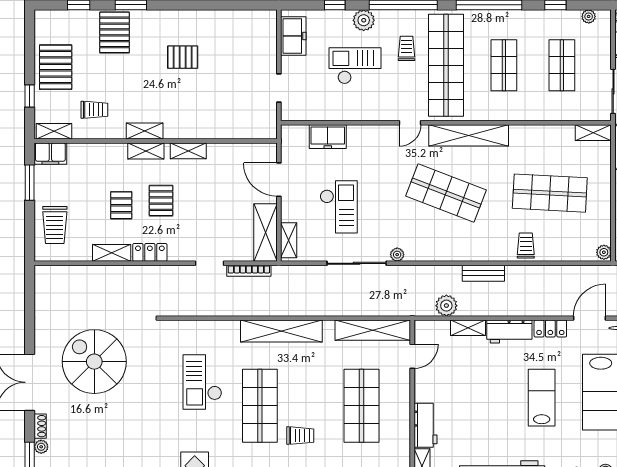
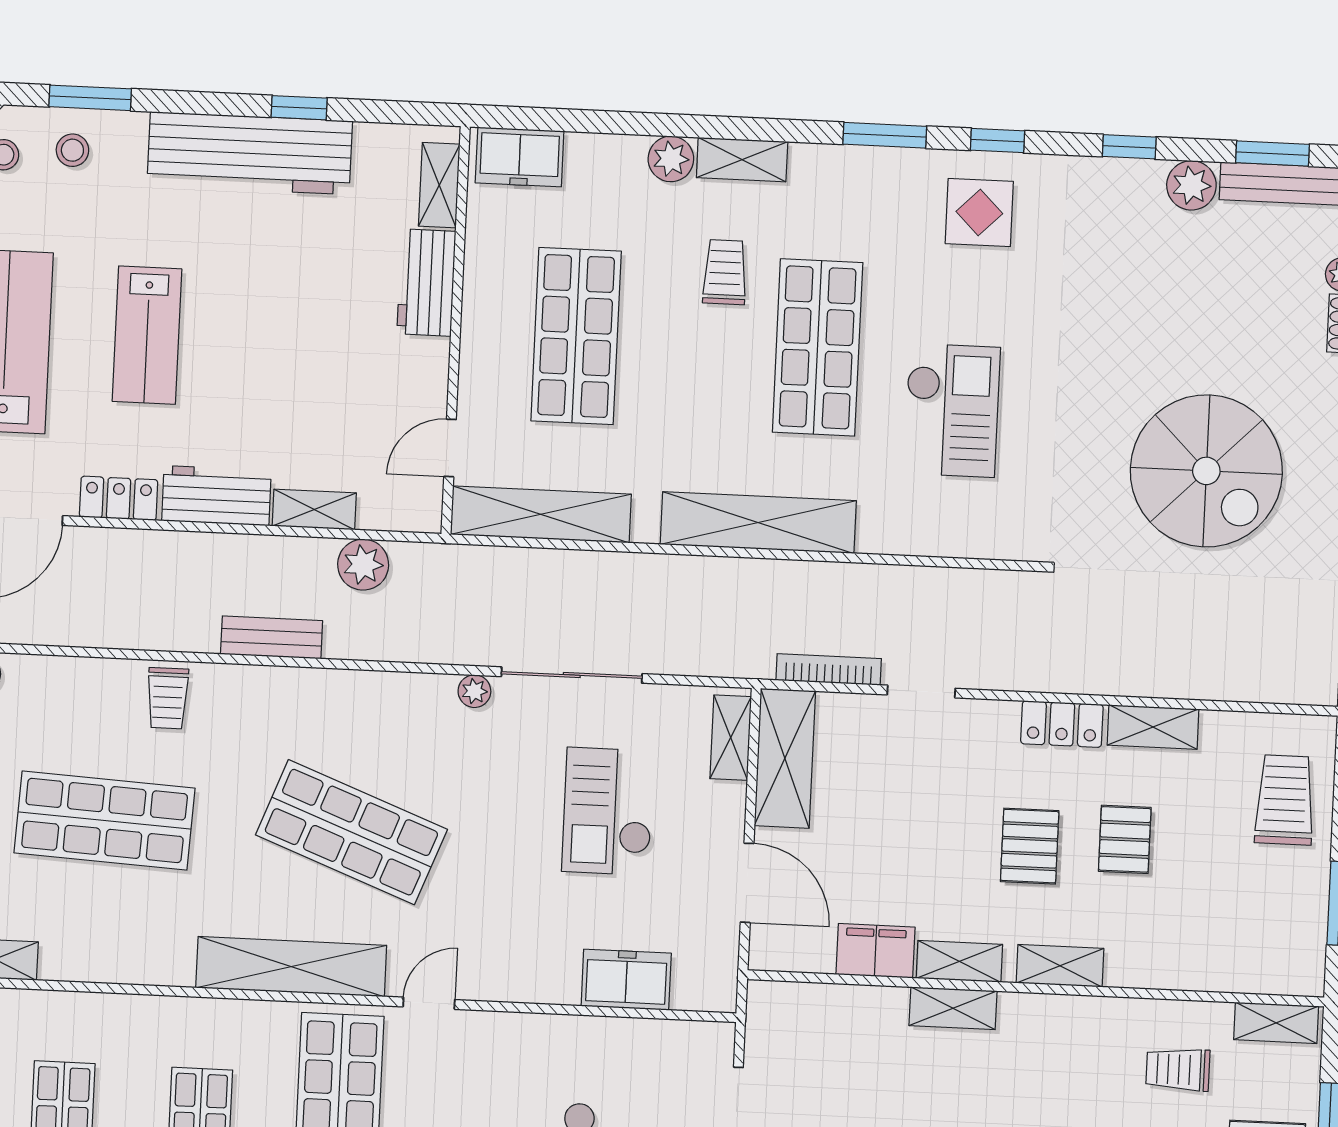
shelving: (145, 131) -> (953, 1008), moved
filing cabinet: (50, 154) -> (876, 951), moved
trolley: (300, 436) -> (725, 272), turned 90

